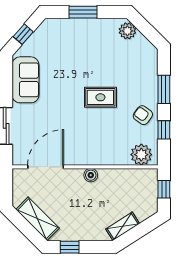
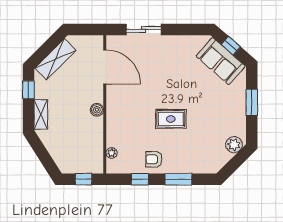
sofa: (25, 80) -> (221, 61), moved, turned 41
rug: (100, 97) -> (171, 119), turned 90
armchair: (143, 115) -> (154, 159), turned -126
plant: (141, 155) -> (112, 153), width x0.53, depth x0.53
shelving: (123, 226) -> (41, 114), moved, turned 33

